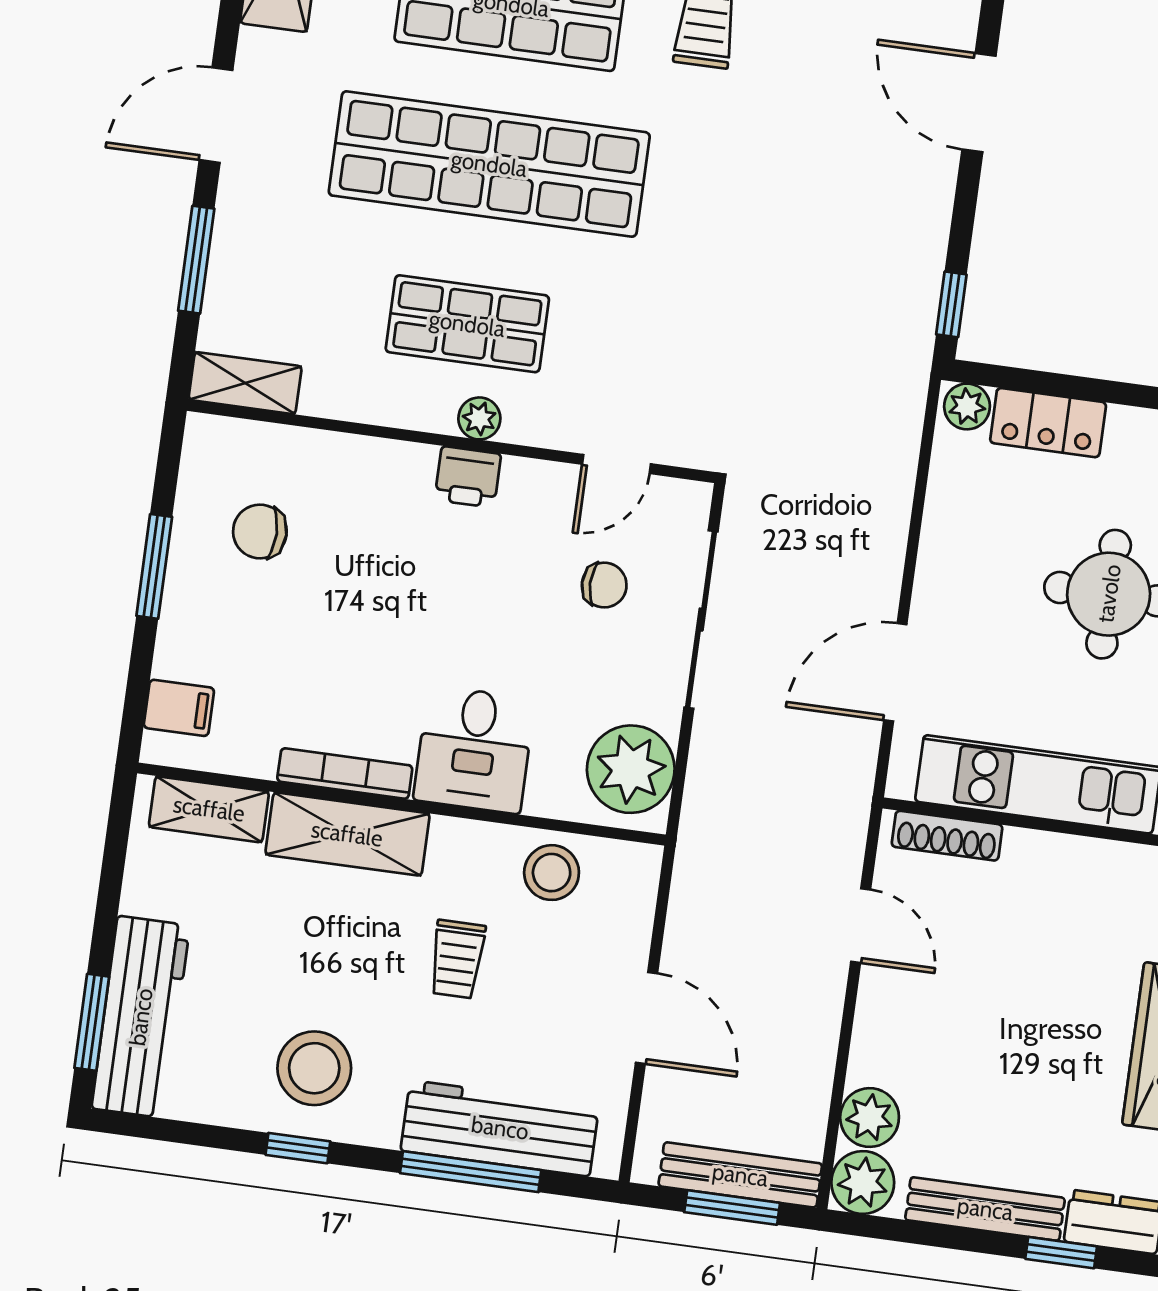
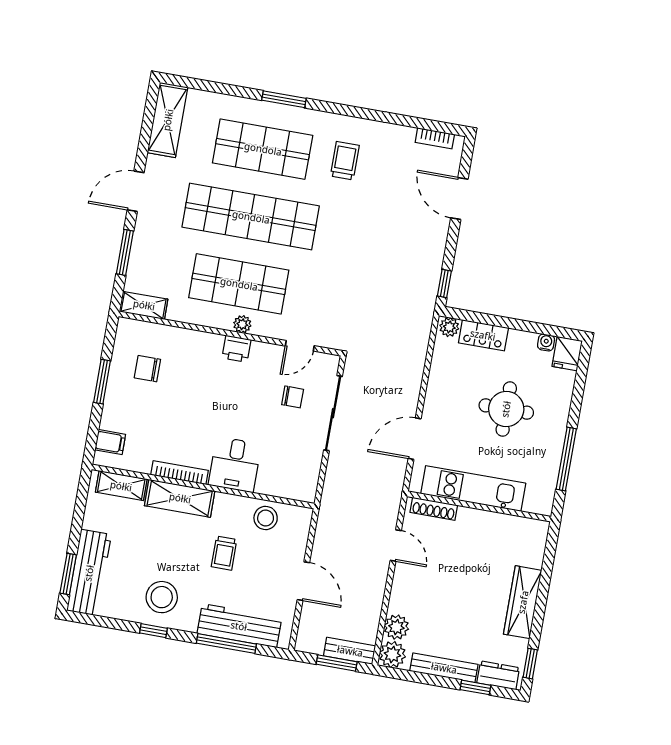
shop shelf: (467, 324) -> (239, 284), width x1.43, depth x1.36
plant: (631, 769) -> (301, 475), removed
bench: (740, 1175) -> (350, 651), width x0.73

